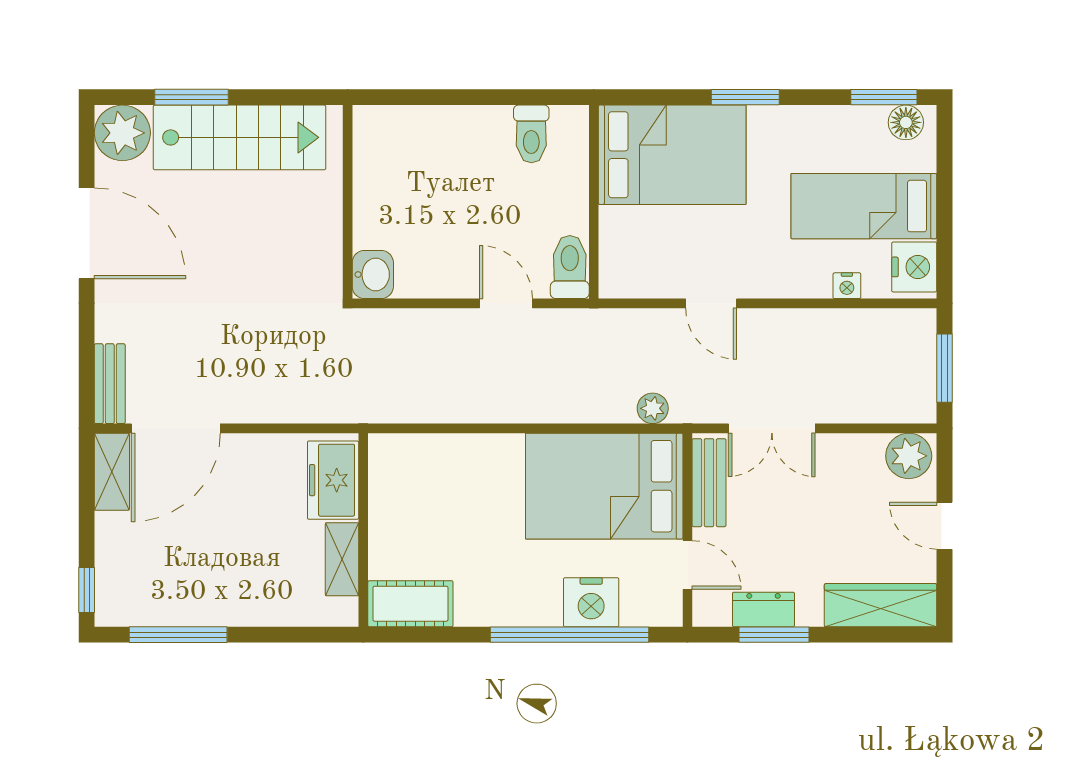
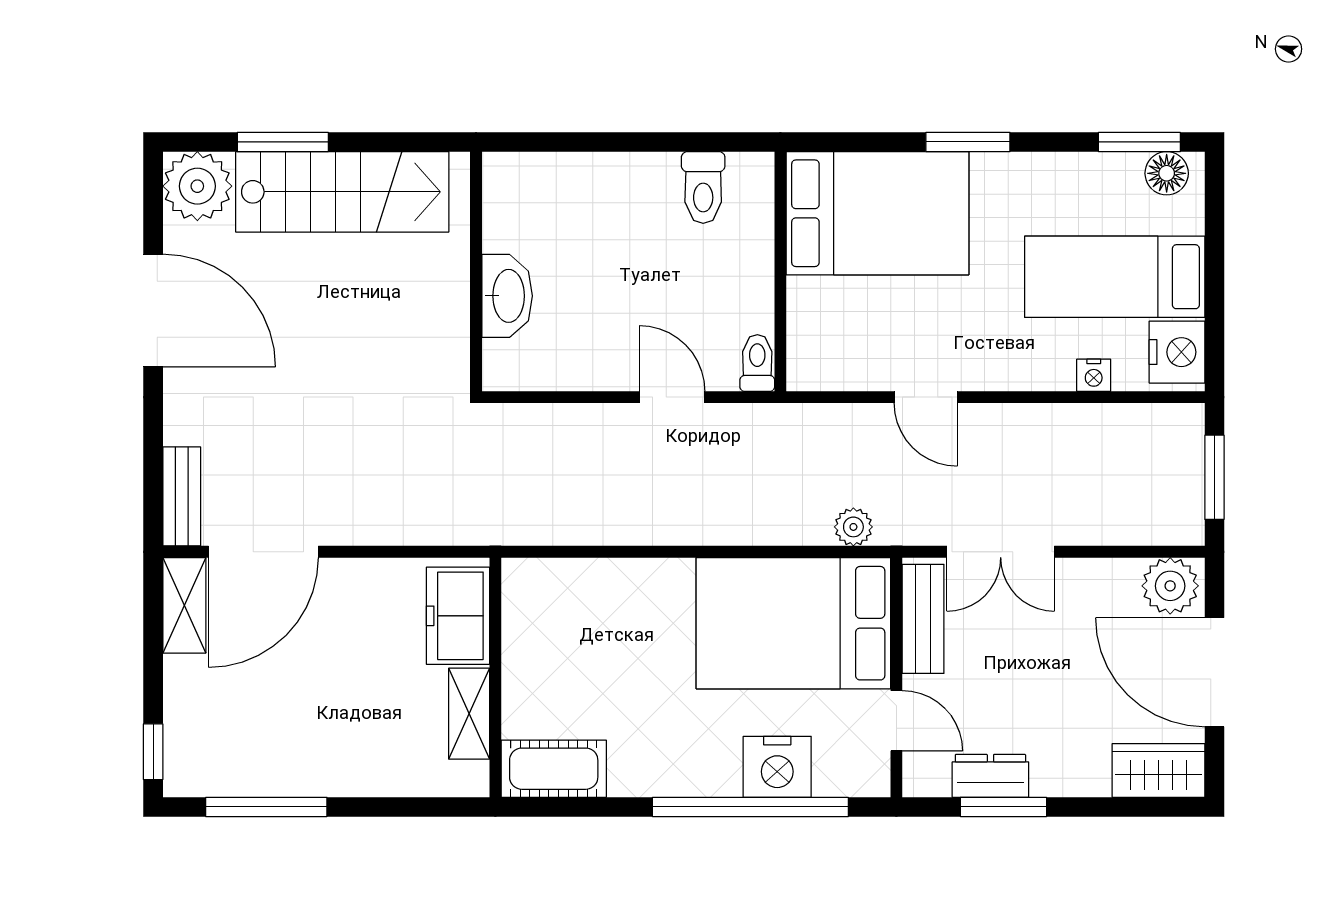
toilet: (570, 267) -> (757, 363), width x0.73, depth x0.72
washbasin: (373, 275) -> (507, 296), moved, width x1.38
door: (944, 526) -> (1214, 672), width x1.87
wardrobe: (881, 605) -> (1158, 770), width x0.67

